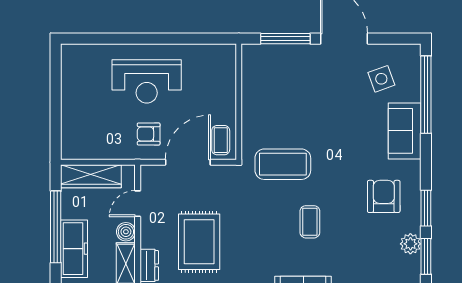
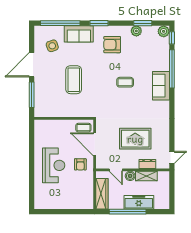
coffee table: (283, 164) -> (74, 80), moved
window: (426, 208) -> (99, 23), moved

